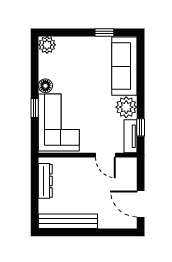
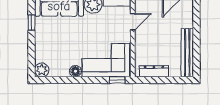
window: (35, 108) -> (117, 80), moved

